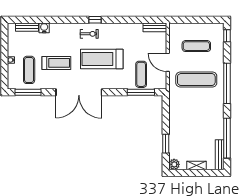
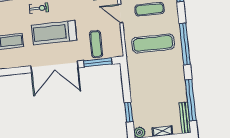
door: (168, 62) -> (120, 14), moved
double door: (79, 92) -> (54, 67), moved

